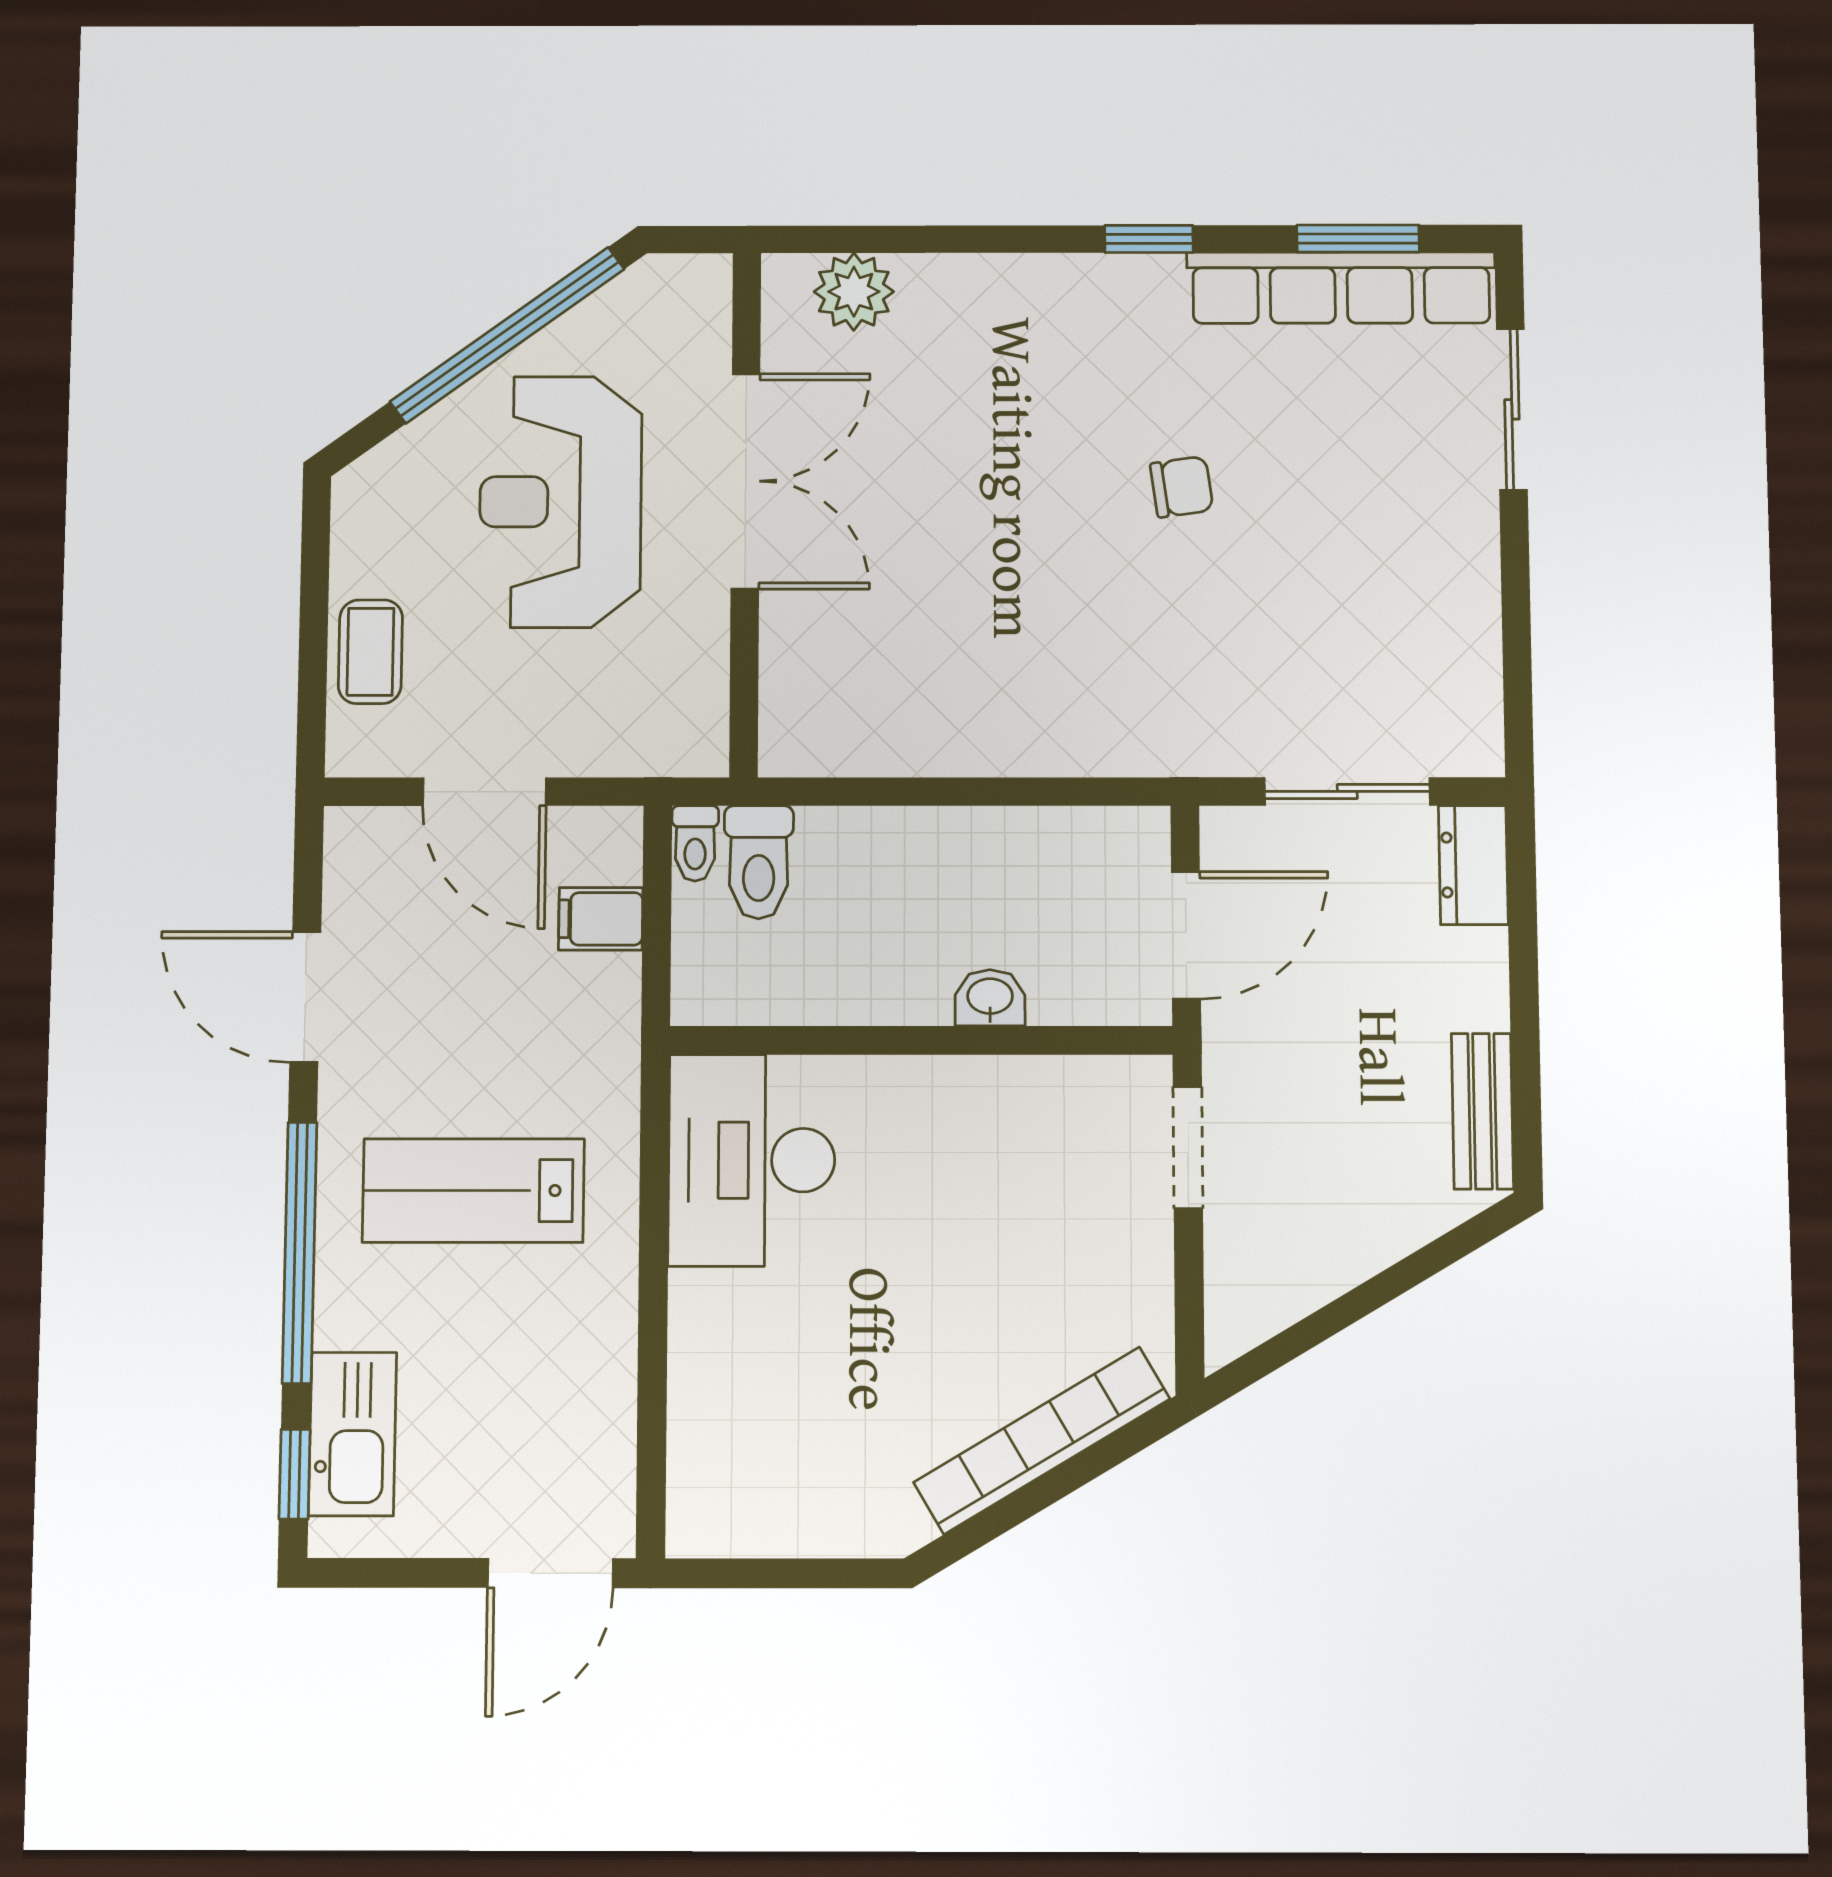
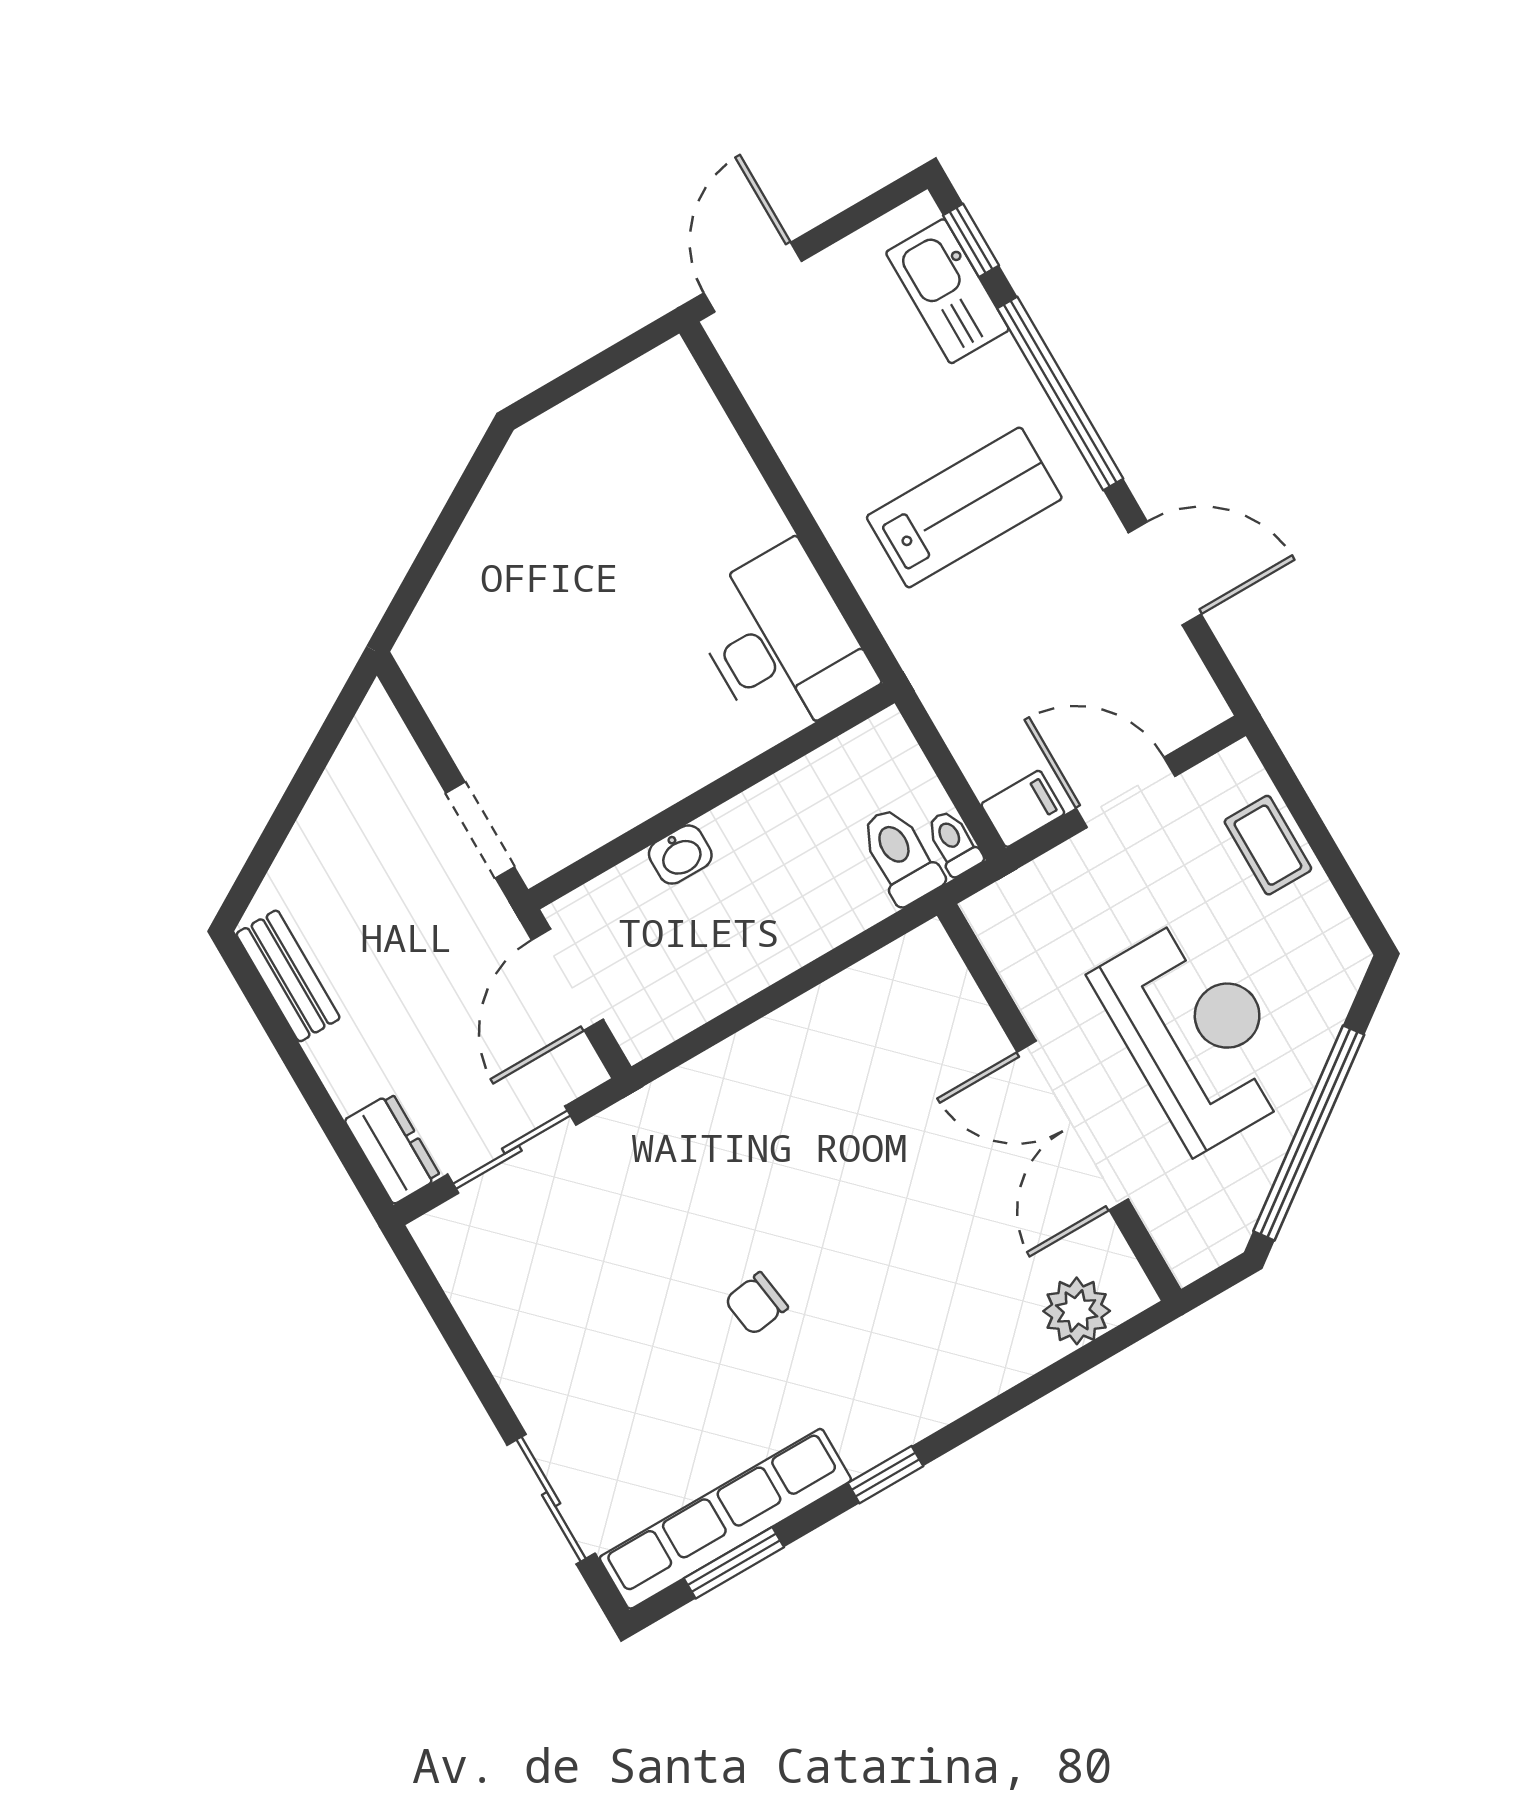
filing cabinet: (601, 919) -> (1023, 809), moved
bookcase: (1042, 1441) -> (465, 566), removed

